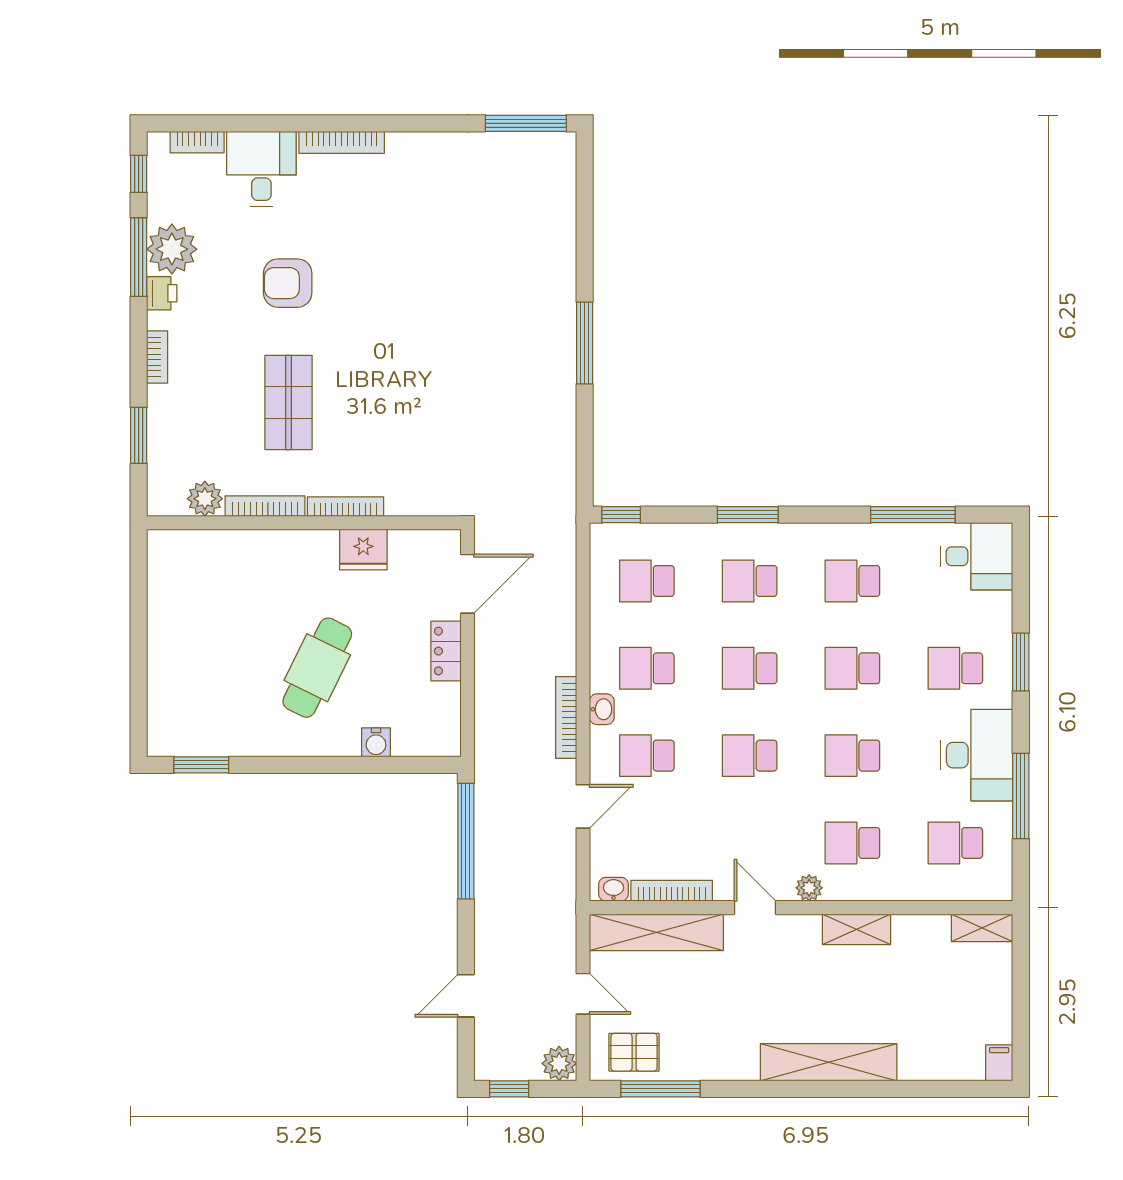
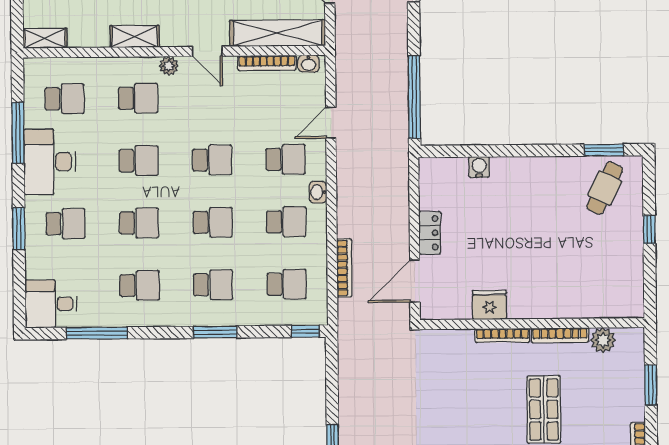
window: (139, 653) -> (649, 229), added
cafe table: (317, 668) -> (605, 188), moved, width x0.73, depth x0.74
bookcase: (566, 718) -> (344, 268), moved

